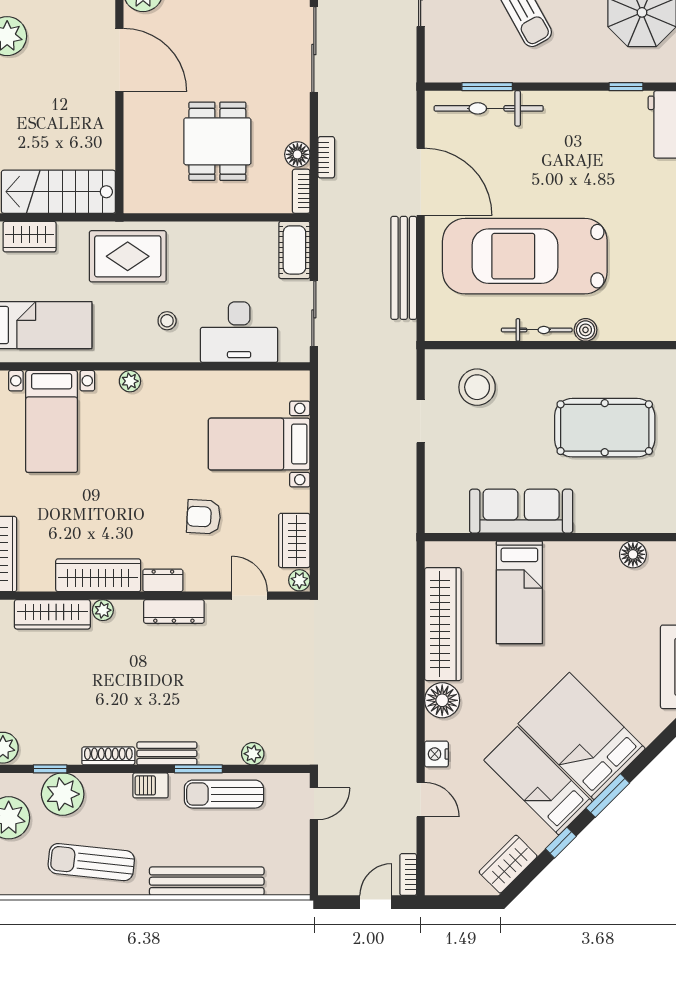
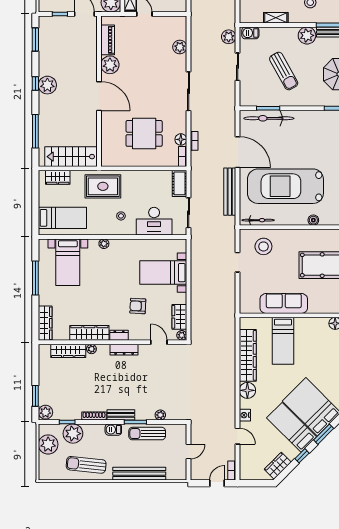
dining table: (217, 141) -> (144, 133), turned 90
bicycle: (537, 330) -> (258, 220), moved
door: (314, 804) -> (189, 452), moved

